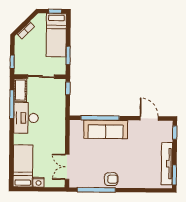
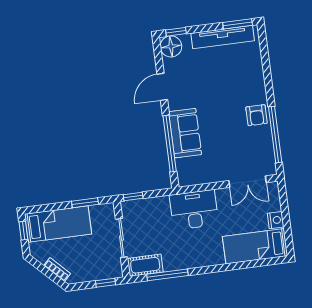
desk: (26, 118) -> (194, 210), moved, turned 180
door: (149, 118) -> (162, 87), moved
floor lamp: (165, 128) -> (171, 46), added
sofa: (106, 129) -> (185, 133), width x0.73
armchair: (111, 179) -> (257, 115), turned 180

